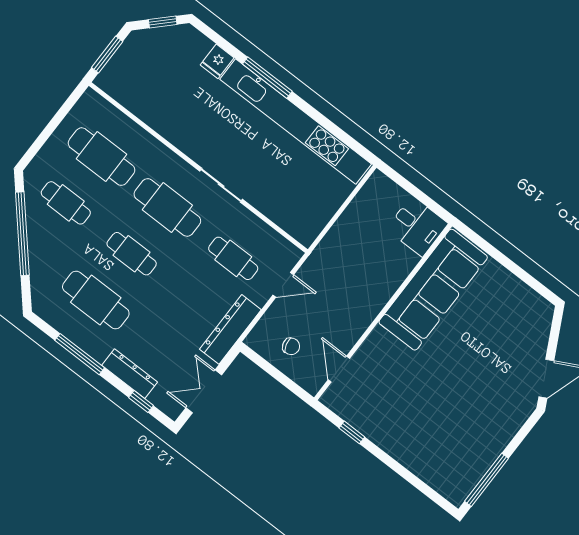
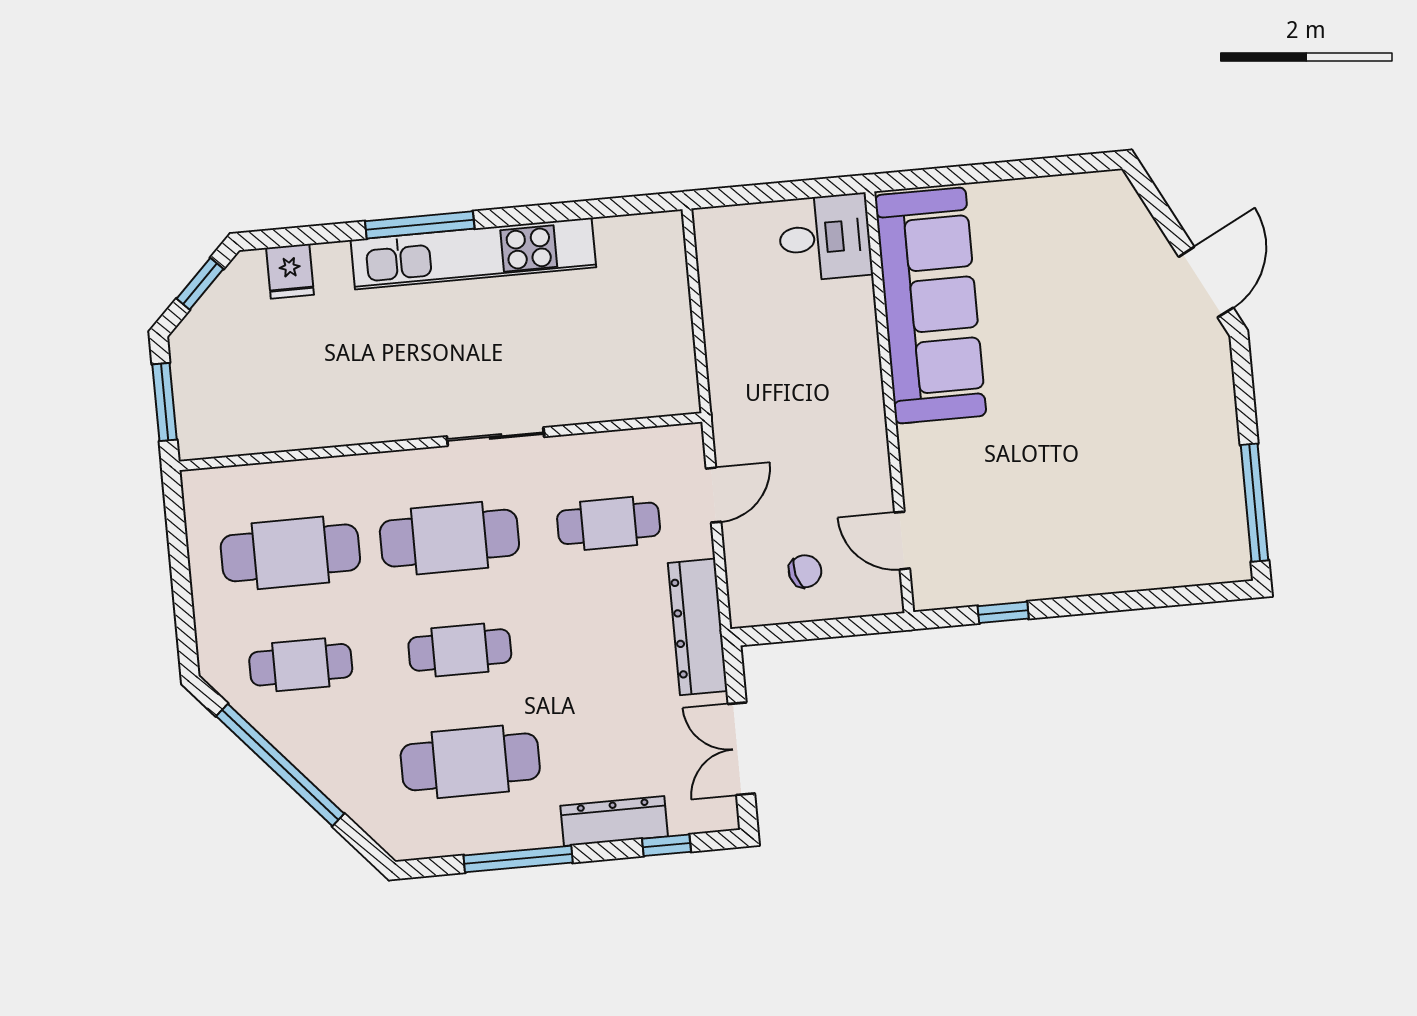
fridge: (217, 61) -> (290, 271), moved
kitchen unit: (296, 122) -> (473, 254), width x0.73

